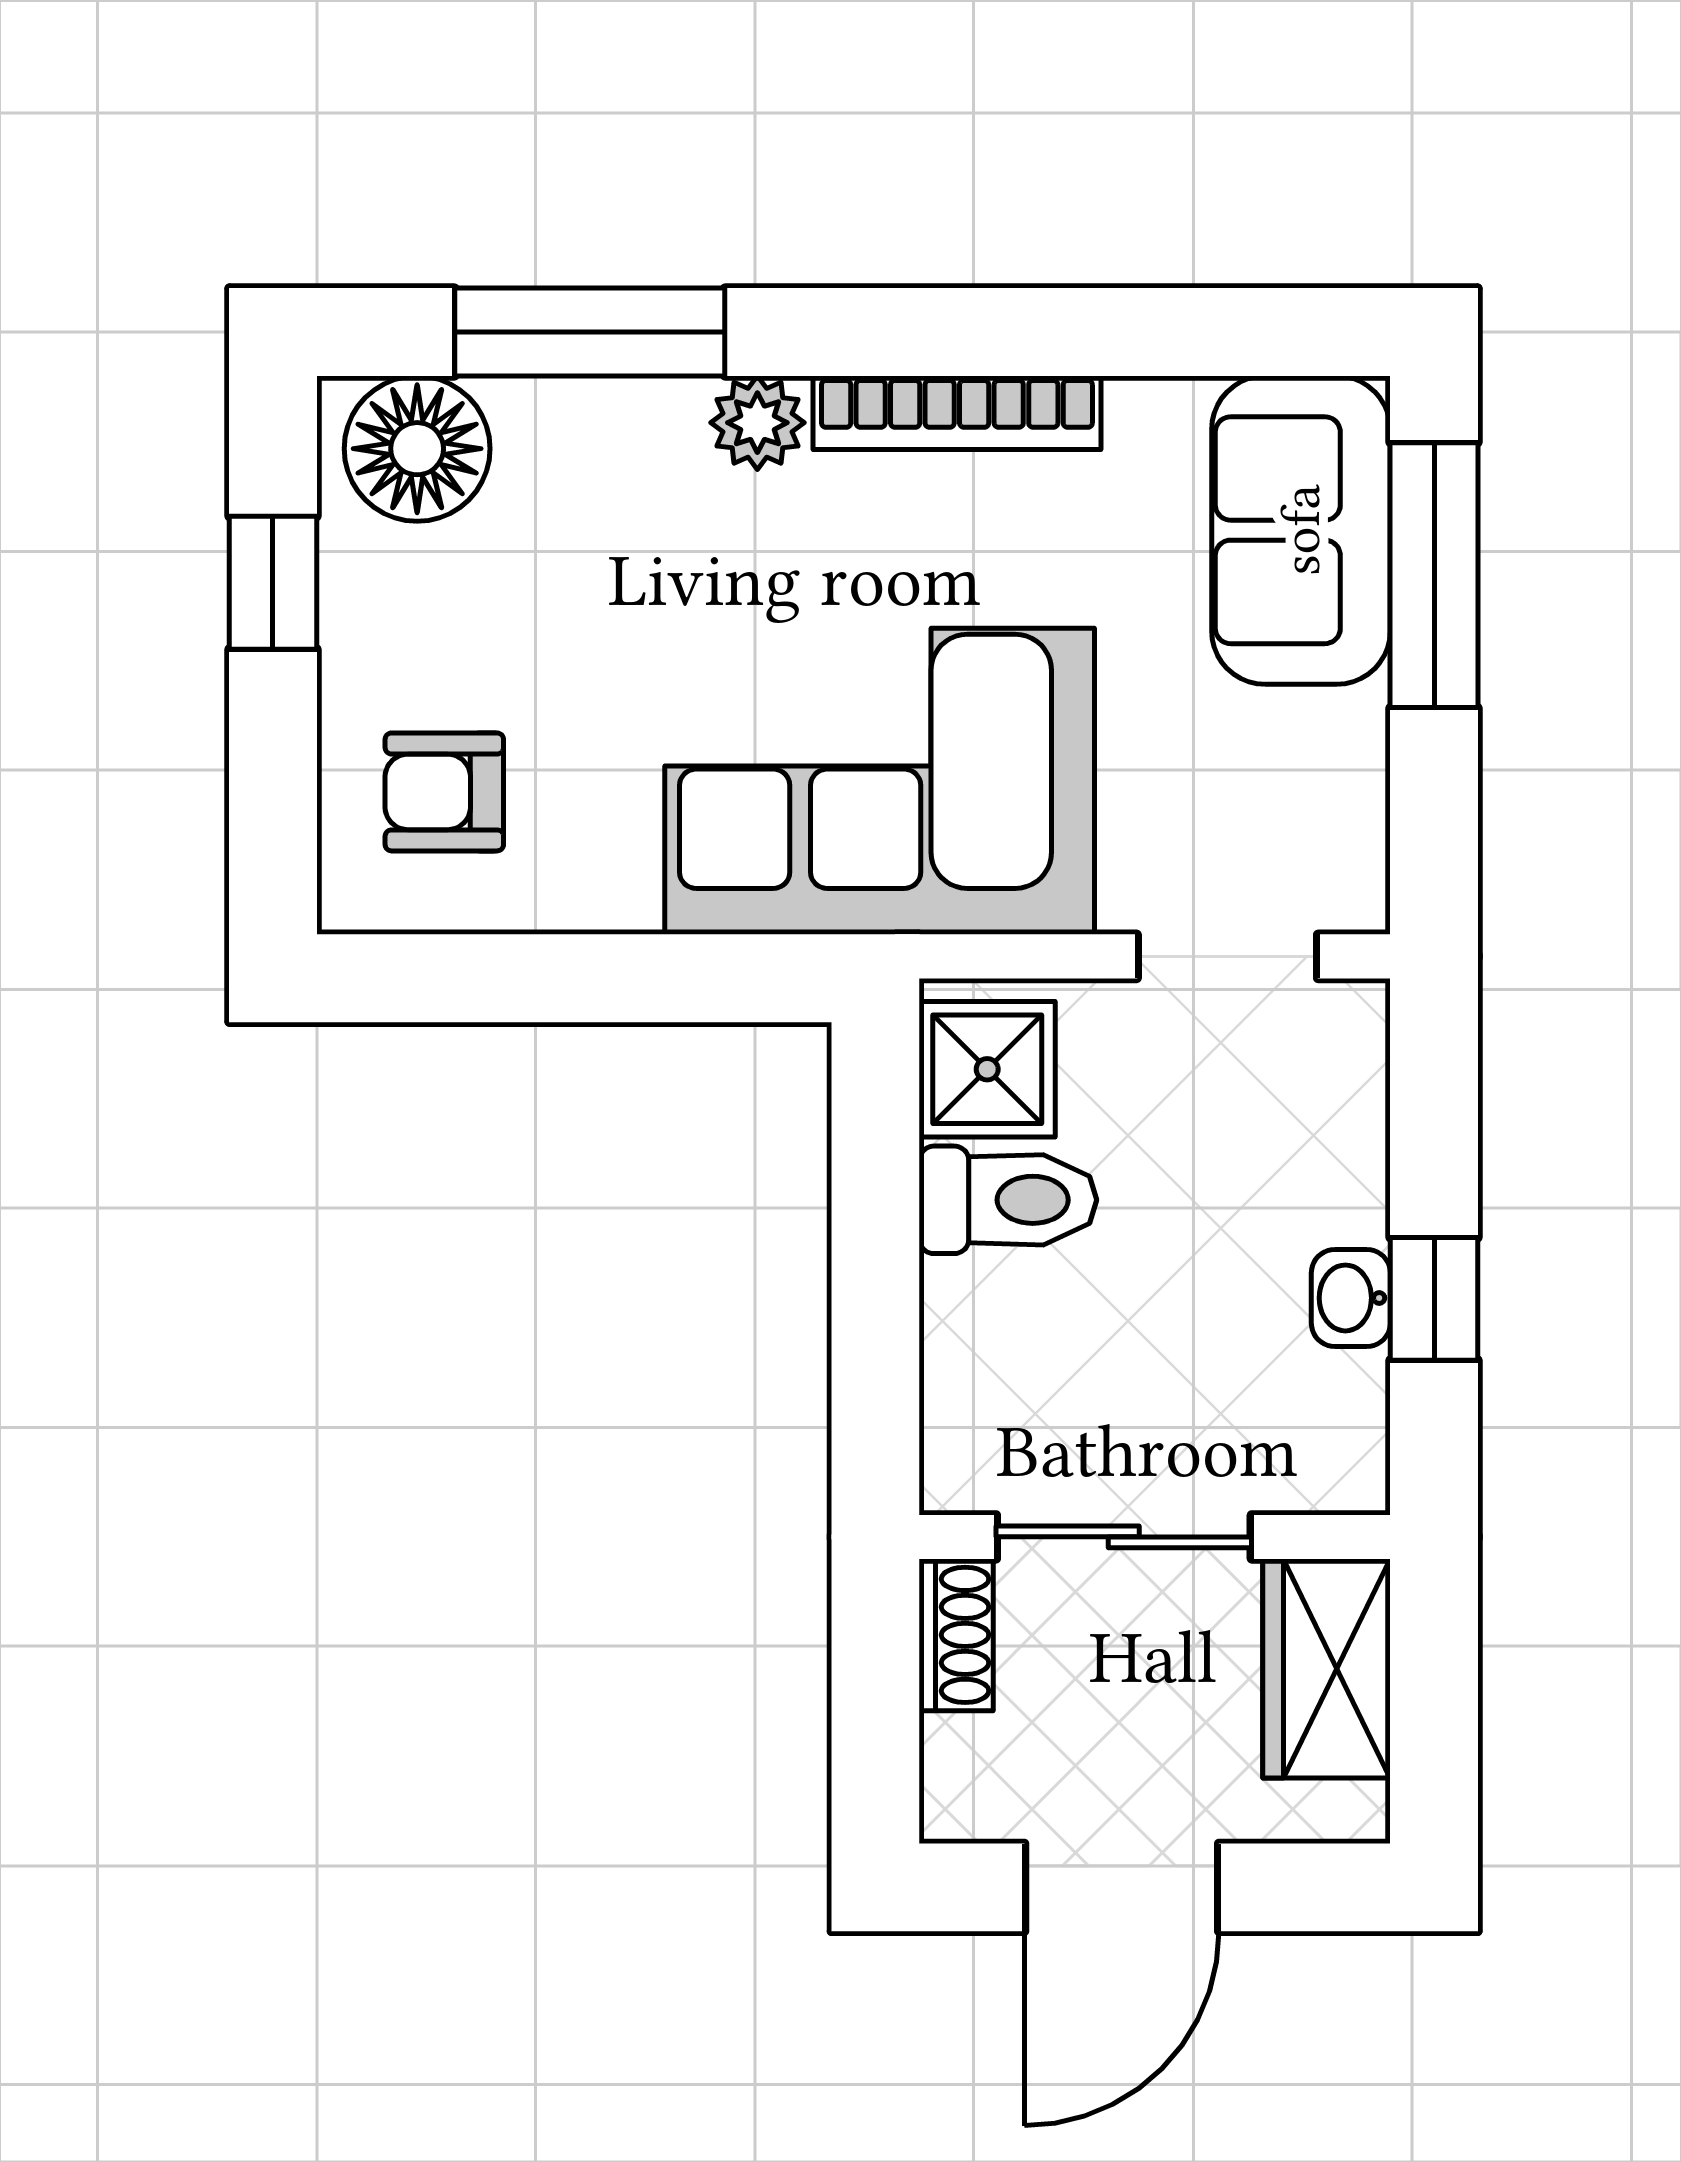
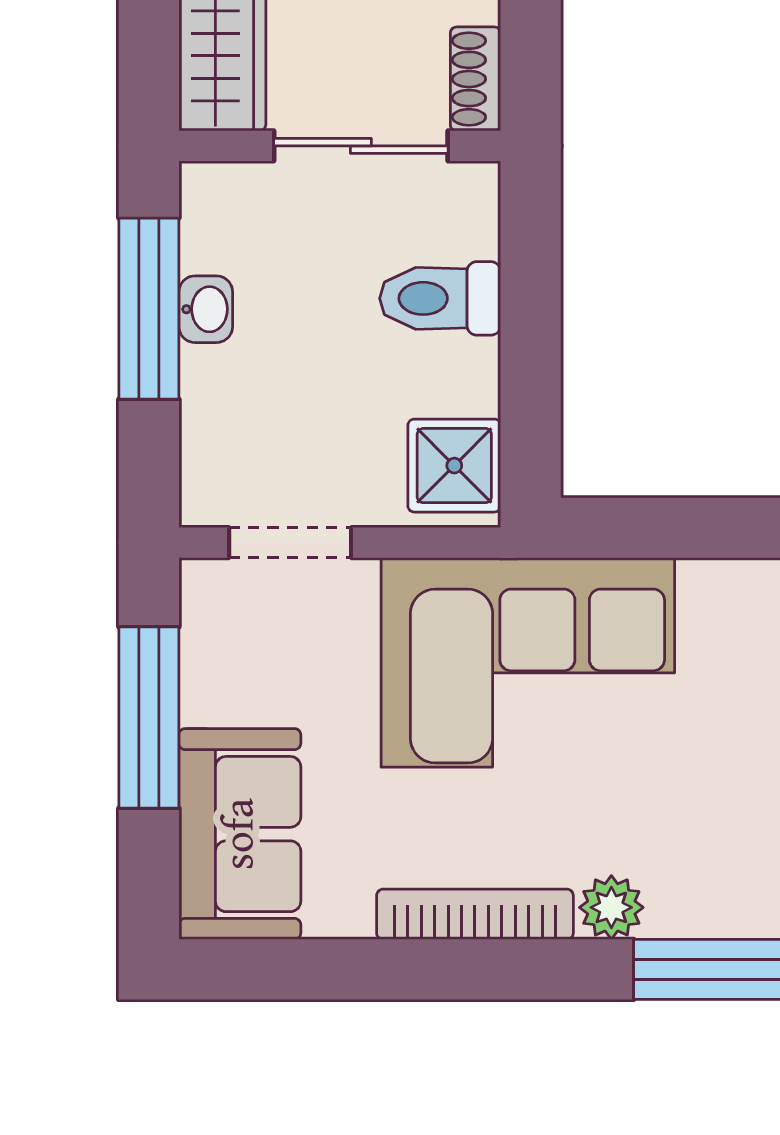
window: (1434, 575) -> (149, 717), moved
toilet: (1008, 1200) -> (440, 298), moved
window: (1434, 1299) -> (149, 309), width x2.17

